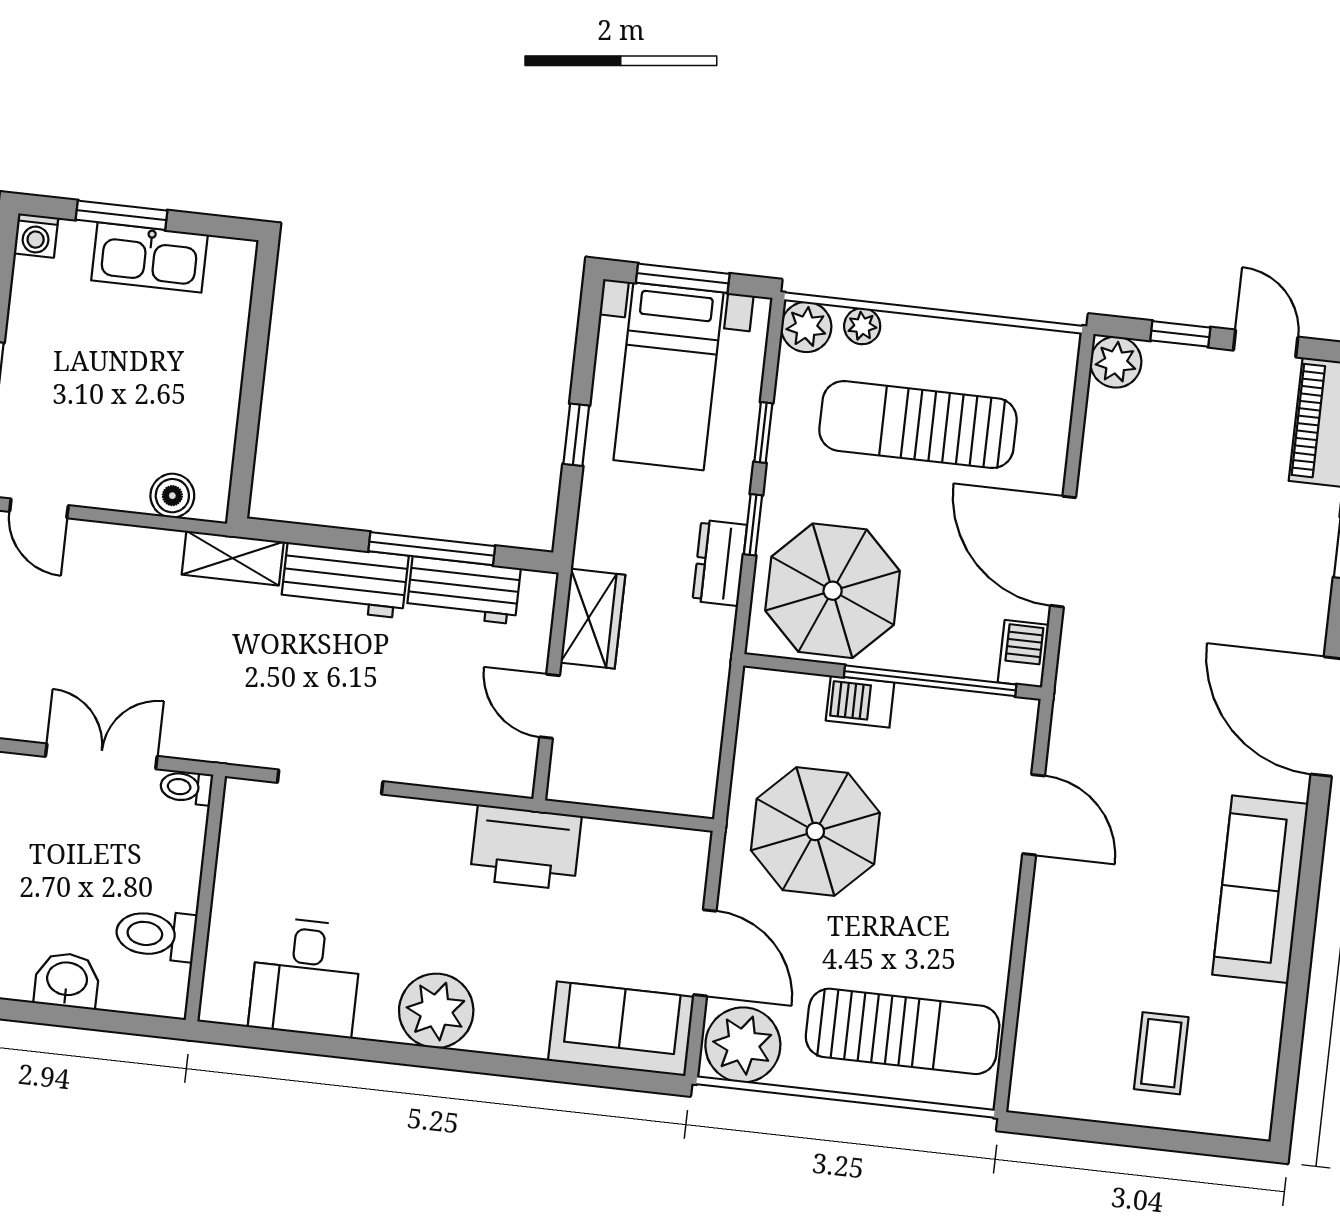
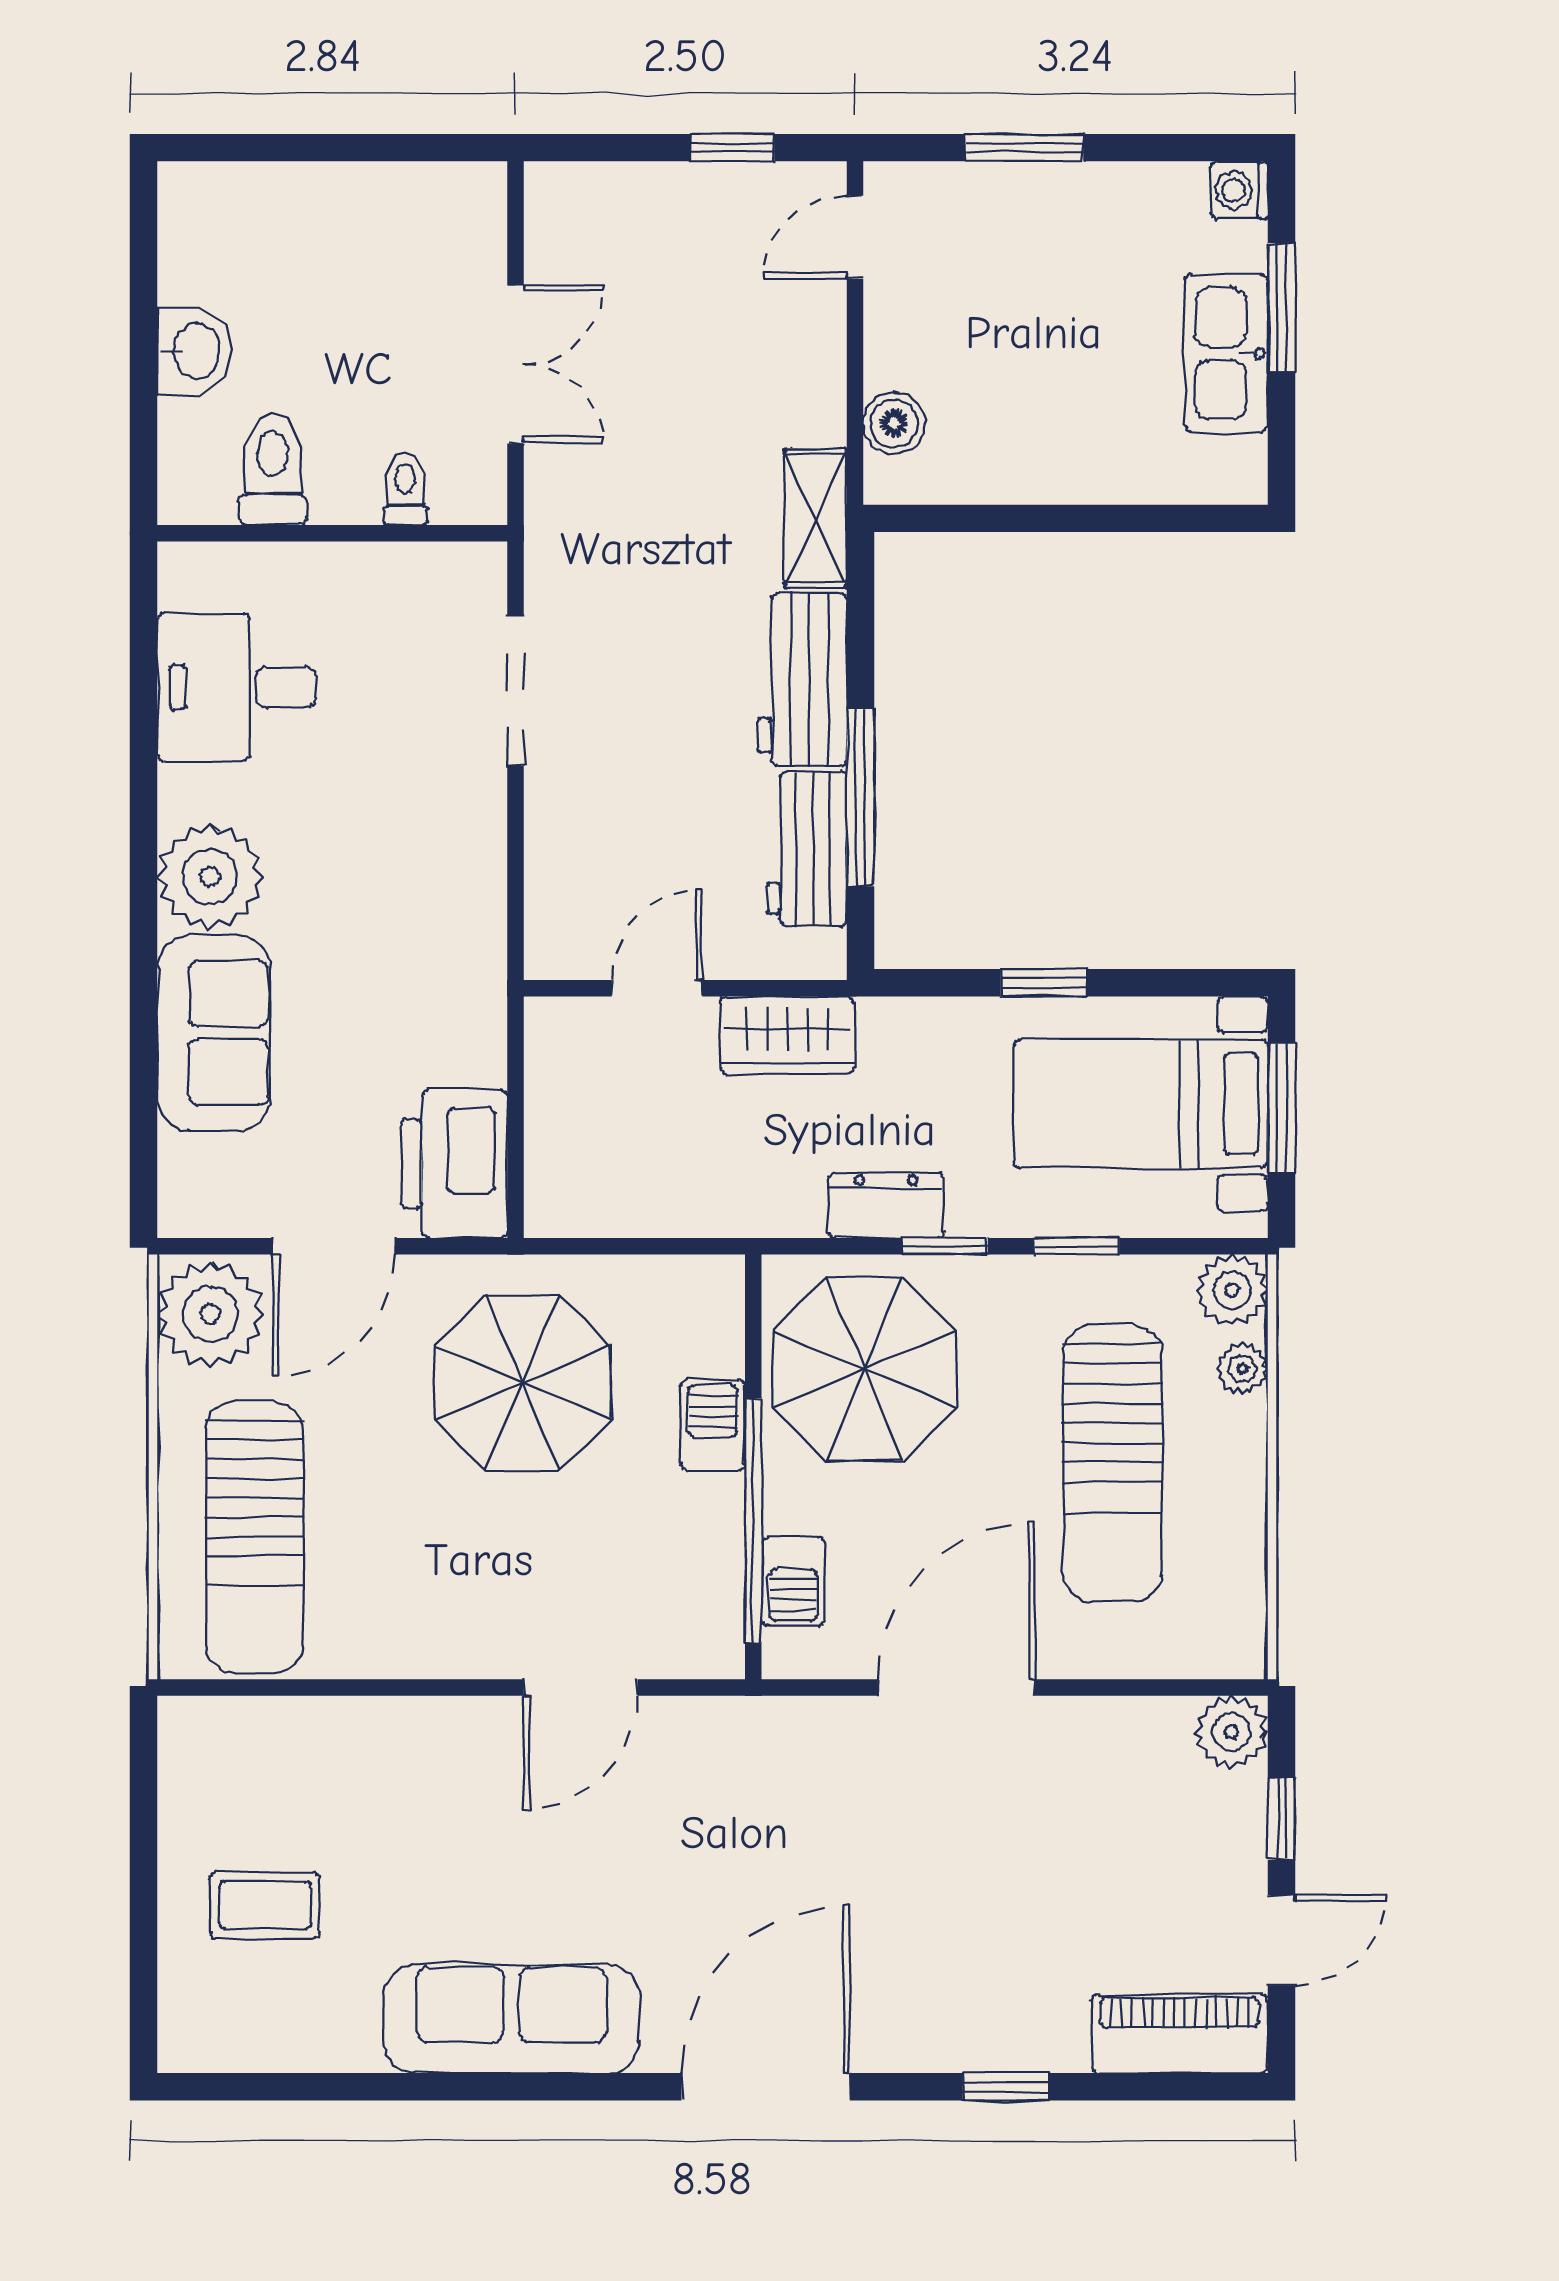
sun lounger: (918, 425) -> (1112, 1463), turned 180
barbecue: (1023, 654) -> (793, 1581), moved, turned 90
toilet: (186, 787) -> (405, 489), moved
printer: (526, 848) -> (454, 1164), moved
sofa: (621, 1029) -> (214, 1033), moved

